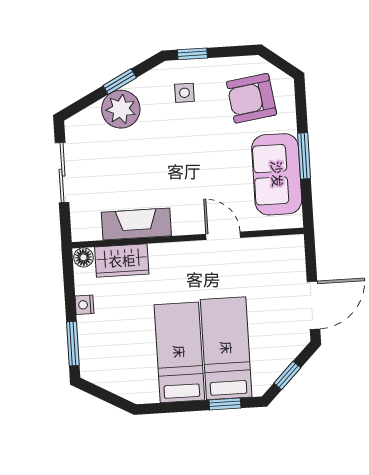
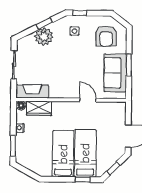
armchair: (251, 98) -> (106, 36), turned -83
fireplace: (136, 224) -> (32, 91), moved

